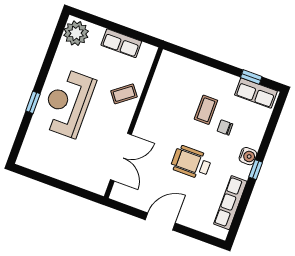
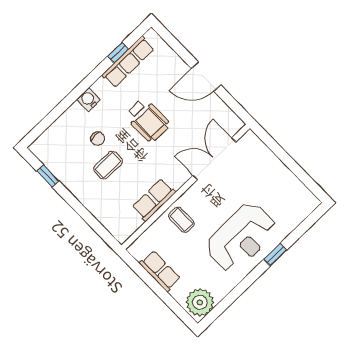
row of seats: (256, 93) -> (154, 200), moved, turned -90
coffee table: (124, 94) -> (181, 220), turned 37
window: (256, 170) -> (118, 53), moved

